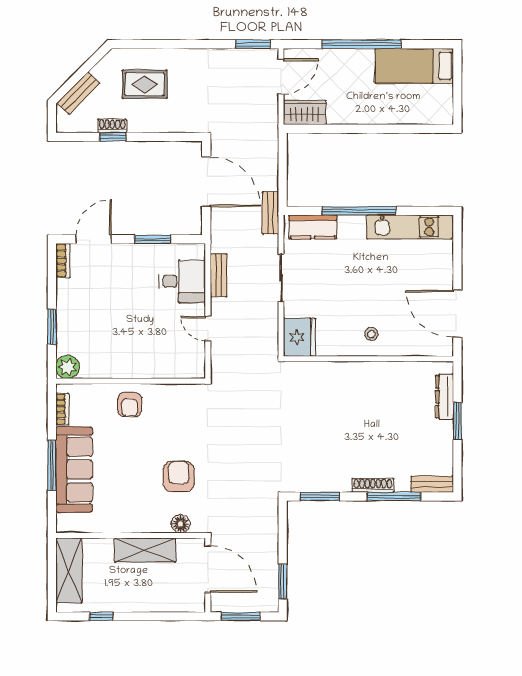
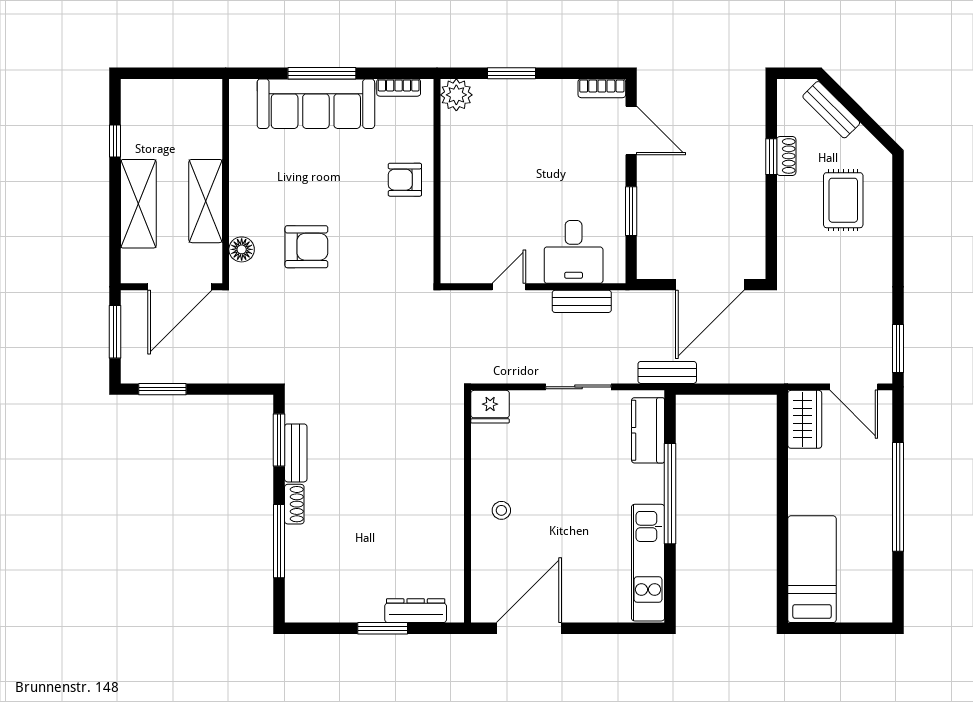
bed: (414, 66) -> (812, 569), moved
fridge: (300, 337) -> (490, 407), width x0.73, depth x0.75
bench: (432, 484) -> (296, 453), moved
shoe rack: (373, 485) -> (294, 504), width x0.70
shelving: (69, 570) -> (138, 204), moved, turned 90

